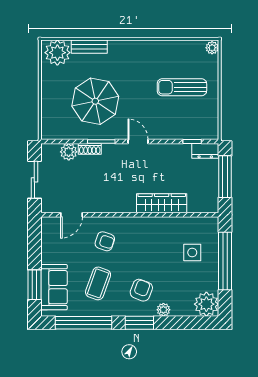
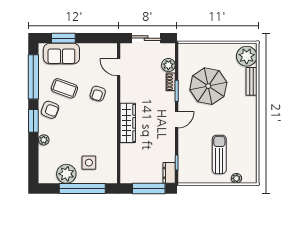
plant: (212, 48) -> (236, 178), moved
wardrobe: (162, 203) -> (128, 123), moved
armchair: (141, 290) -> (50, 110), moved
plant: (206, 304) -> (66, 174), moved

